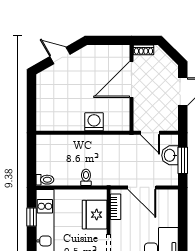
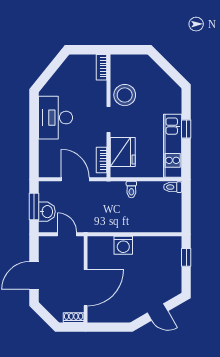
window: (31, 110) -> (186, 257), added
window: (31, 217) -> (186, 129), moved

